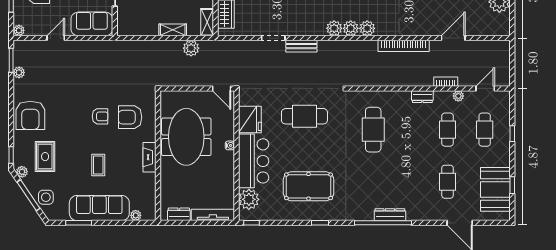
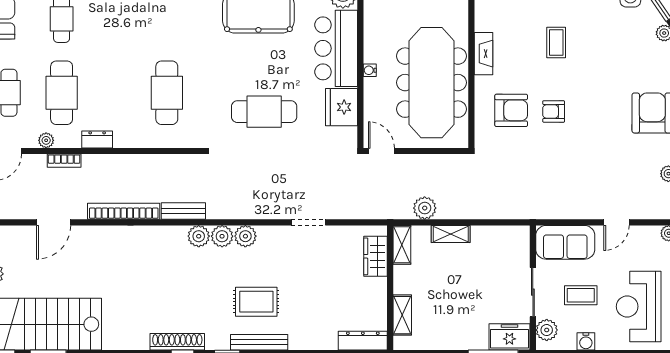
plant: (367, 28) -> (245, 236), moved
bench: (301, 46) -> (183, 211), moved
cafe table: (447, 130) -> (62, 93), width x1.37, depth x1.35
meeting table: (186, 137) -> (431, 83), width x1.36
rug: (45, 157) -> (631, 55), removed

